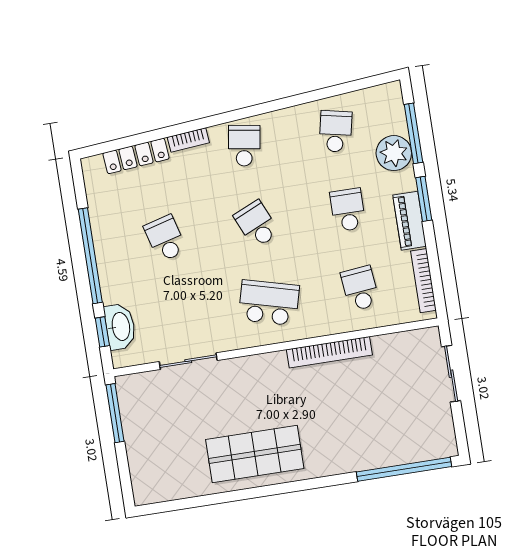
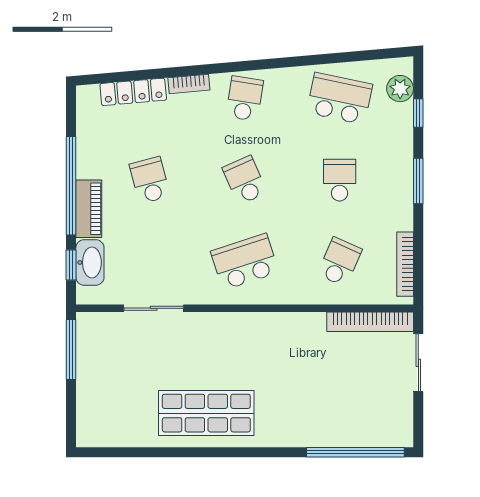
school desk: (336, 131) -> (340, 99), width x1.85
window: (413, 133) -> (418, 113), width x0.46
plant: (394, 153) -> (400, 89), moved, width x0.73, depth x0.73
piano: (410, 221) -> (89, 209), moved, turned 180
school desk: (360, 288) -> (340, 262), turned 30
school desk: (269, 303) -> (245, 262), turned -33
bookcase: (329, 352) -> (370, 322), moved

